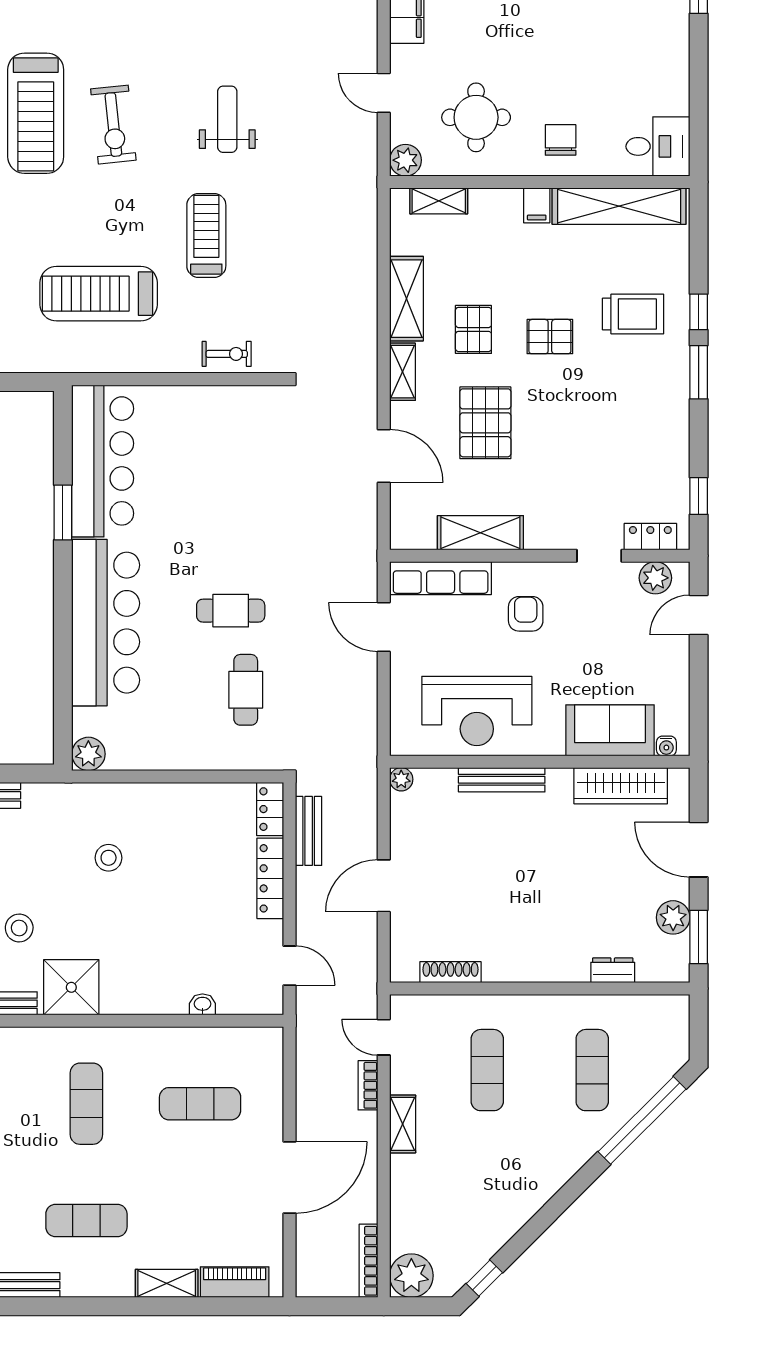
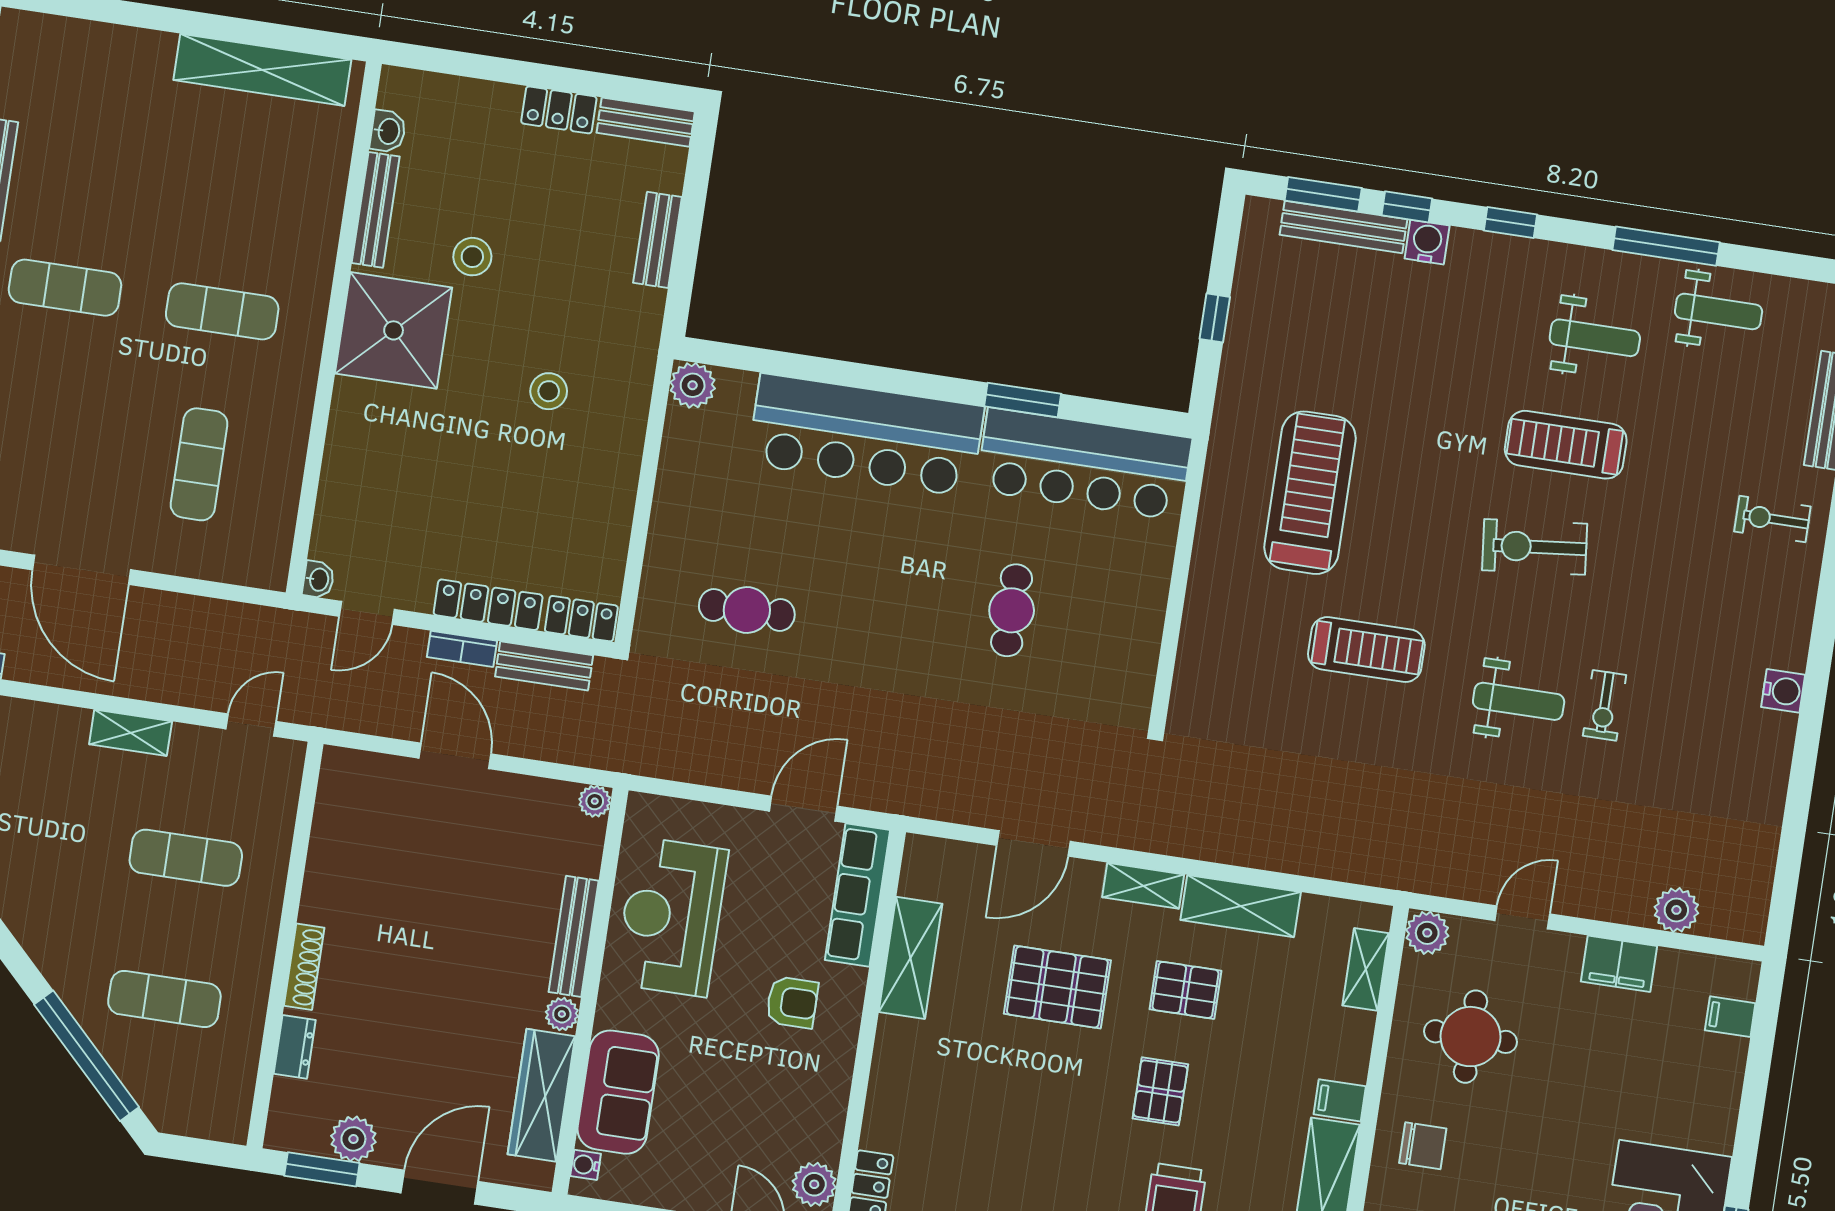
treadmill: (36, 113) -> (1566, 445), width x0.73, depth x0.73
exercise bike: (227, 354) -> (1605, 705), moved
doorway: (599, 556) -> (855, 1113), removed
cafe table: (231, 611) -> (1012, 610), moved
plant: (559, 780) -> (562, 1014), added
shoe rack: (450, 972) -> (304, 967), moved
shower: (71, 987) -> (394, 330), width x1.37, depth x1.37
washbasin: (202, 1004) -> (318, 580), moved
bookcase: (368, 1085) -> (462, 649), moved, turned 180
exercise mat: (86, 1220) -> (65, 288), turned 90

